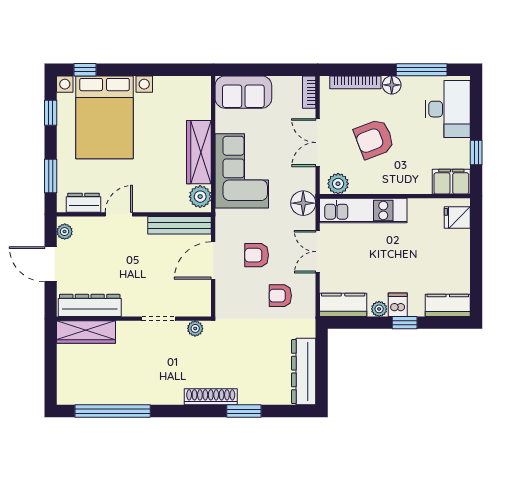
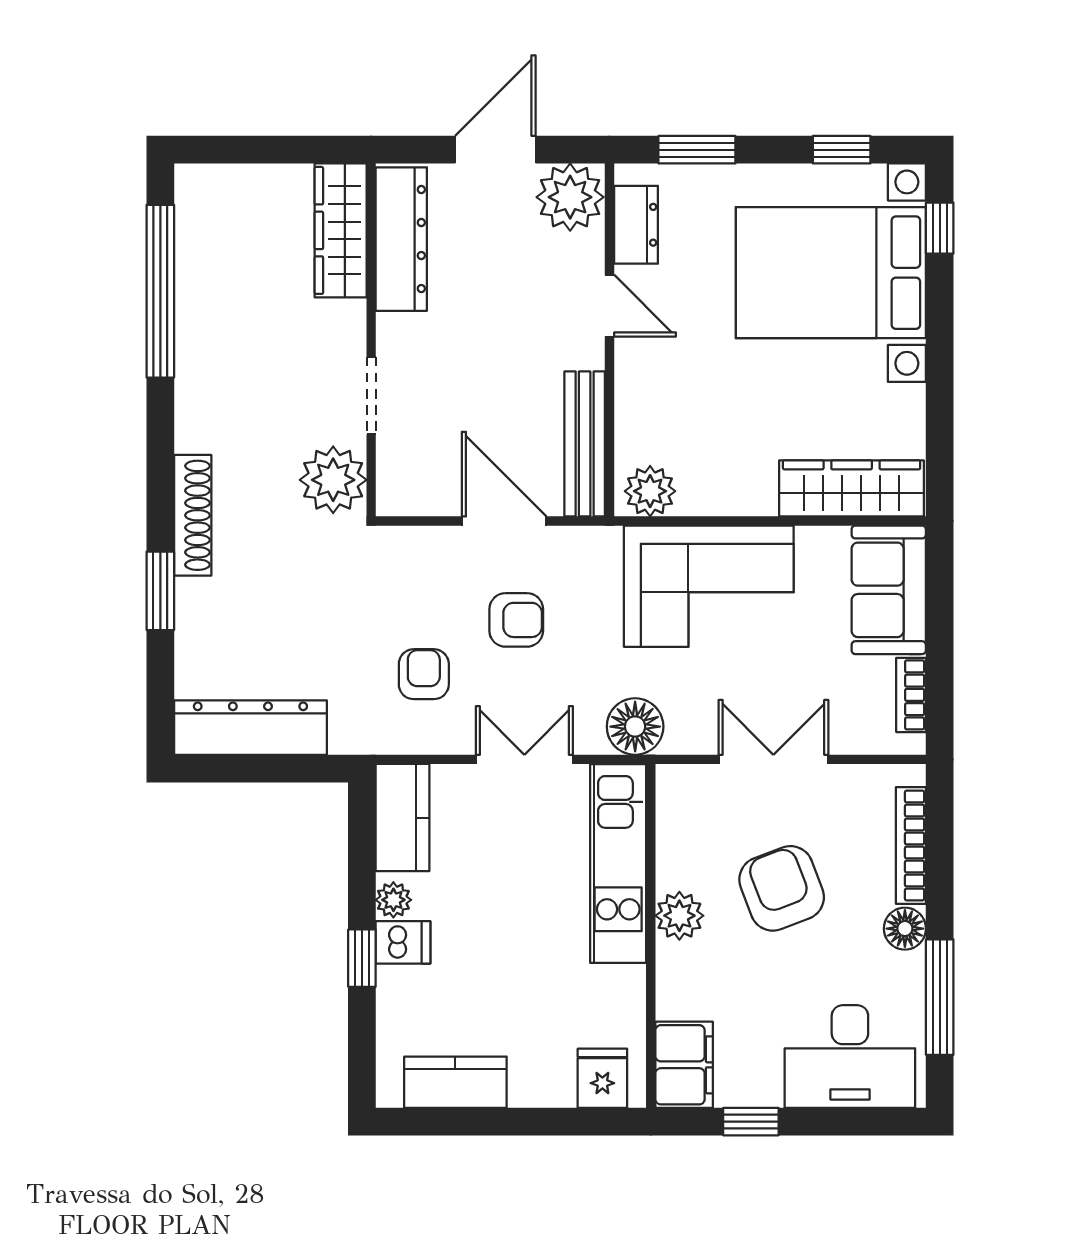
bookcase: (309, 92) -> (911, 695), moved, turned -90
wardrobe: (199, 152) -> (852, 488), moved
plant: (338, 184) -> (679, 916), moved
plant: (65, 232) -> (570, 197), width x1.88, depth x1.88
armchair: (257, 255) -> (516, 620), turned 90
kitchen counter: (448, 305) -> (455, 1082), moved, turned -90
plant: (195, 328) -> (333, 480), width x1.87, depth x1.87

